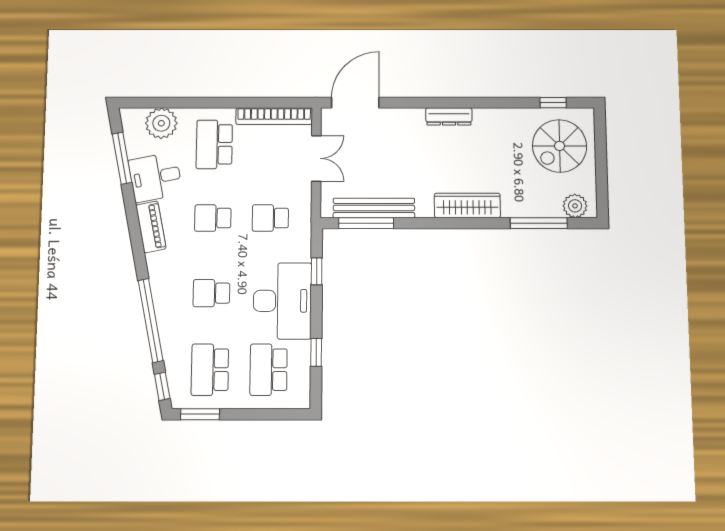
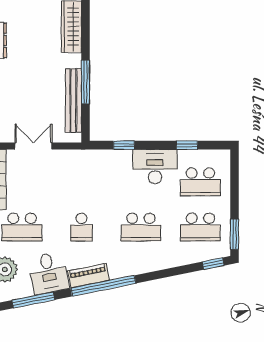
school desk: (270, 218) -> (81, 182), removed
window: (366, 223) -> (86, 82), moved
school desk: (211, 293) -> (141, 227), width x1.85
desk: (282, 301) -> (155, 167), width x0.73, depth x0.77
window: (151, 320) -> (103, 286), moved

